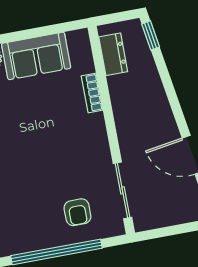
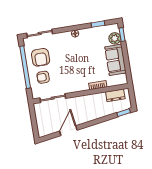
armchair: (34, 219) -> (41, 57), added

